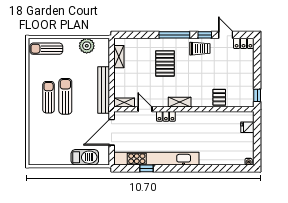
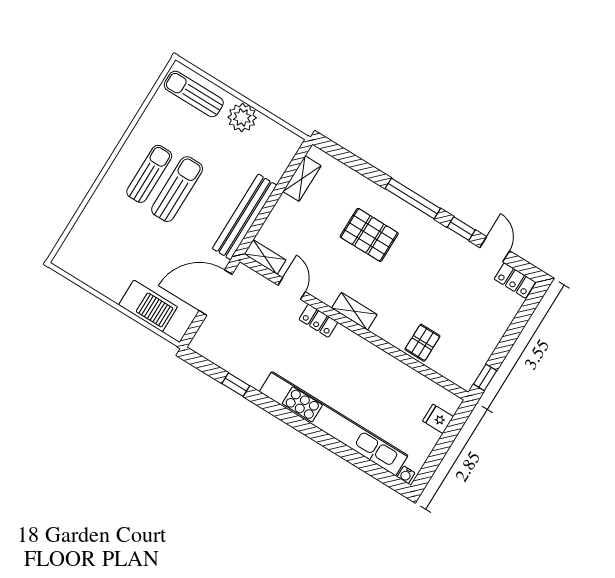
plant: (87, 46) -> (242, 117), moved
trolley: (200, 49) -> (440, 246), removed
pallet: (165, 63) -> (369, 235), turned 90
kitchen unit: (156, 159) -> (334, 424), moved

